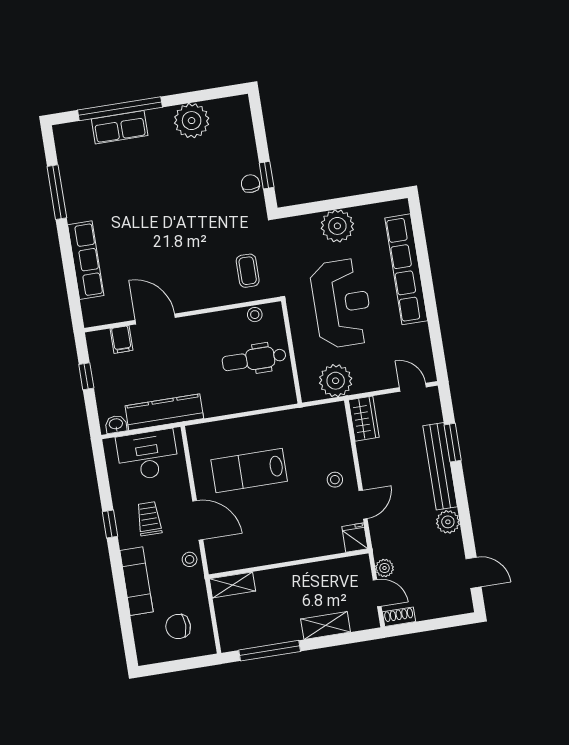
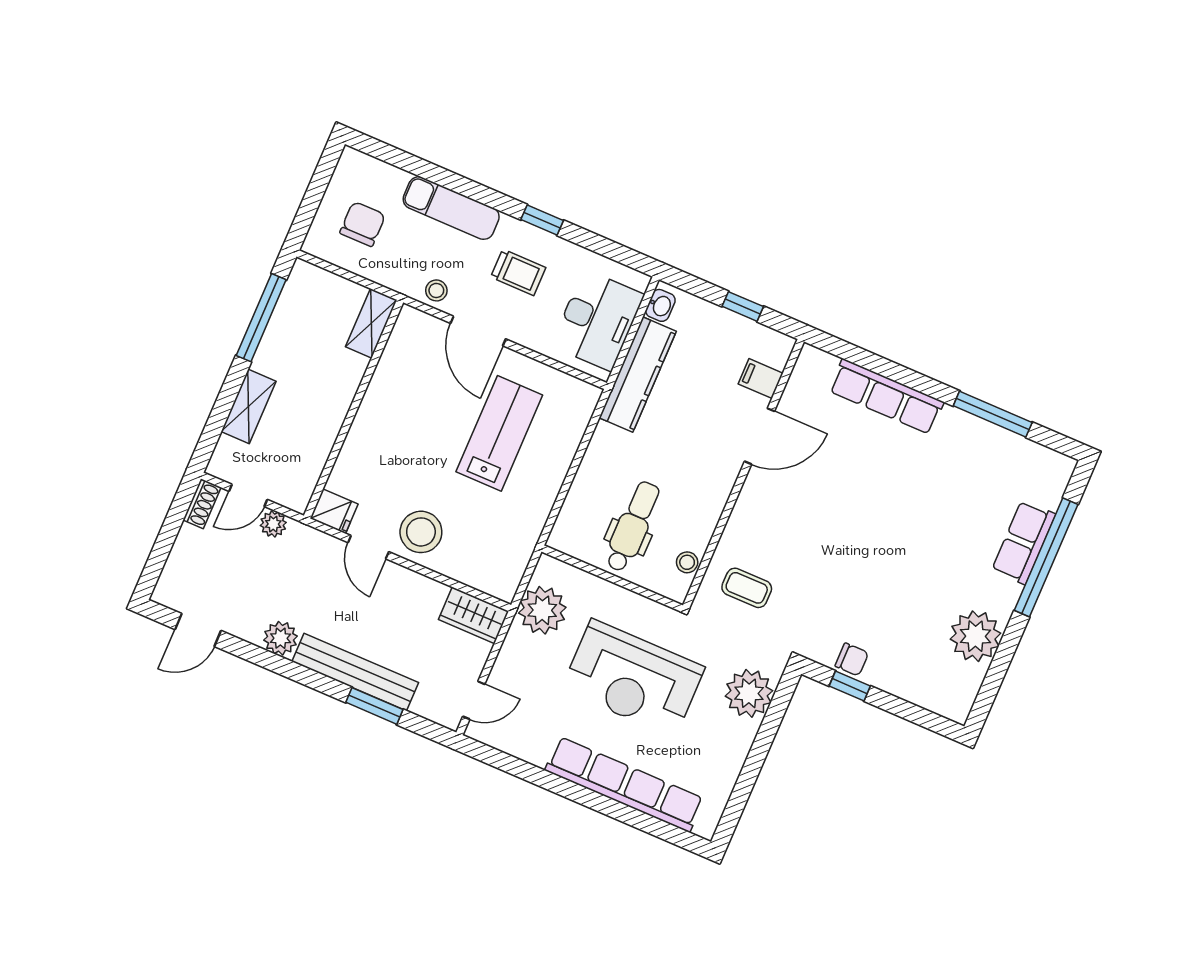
plant: (337, 226) -> (749, 693), moved
stool: (335, 480) -> (421, 532), width x1.89, depth x1.89
door: (198, 520) -> (478, 331), hinge flipped

